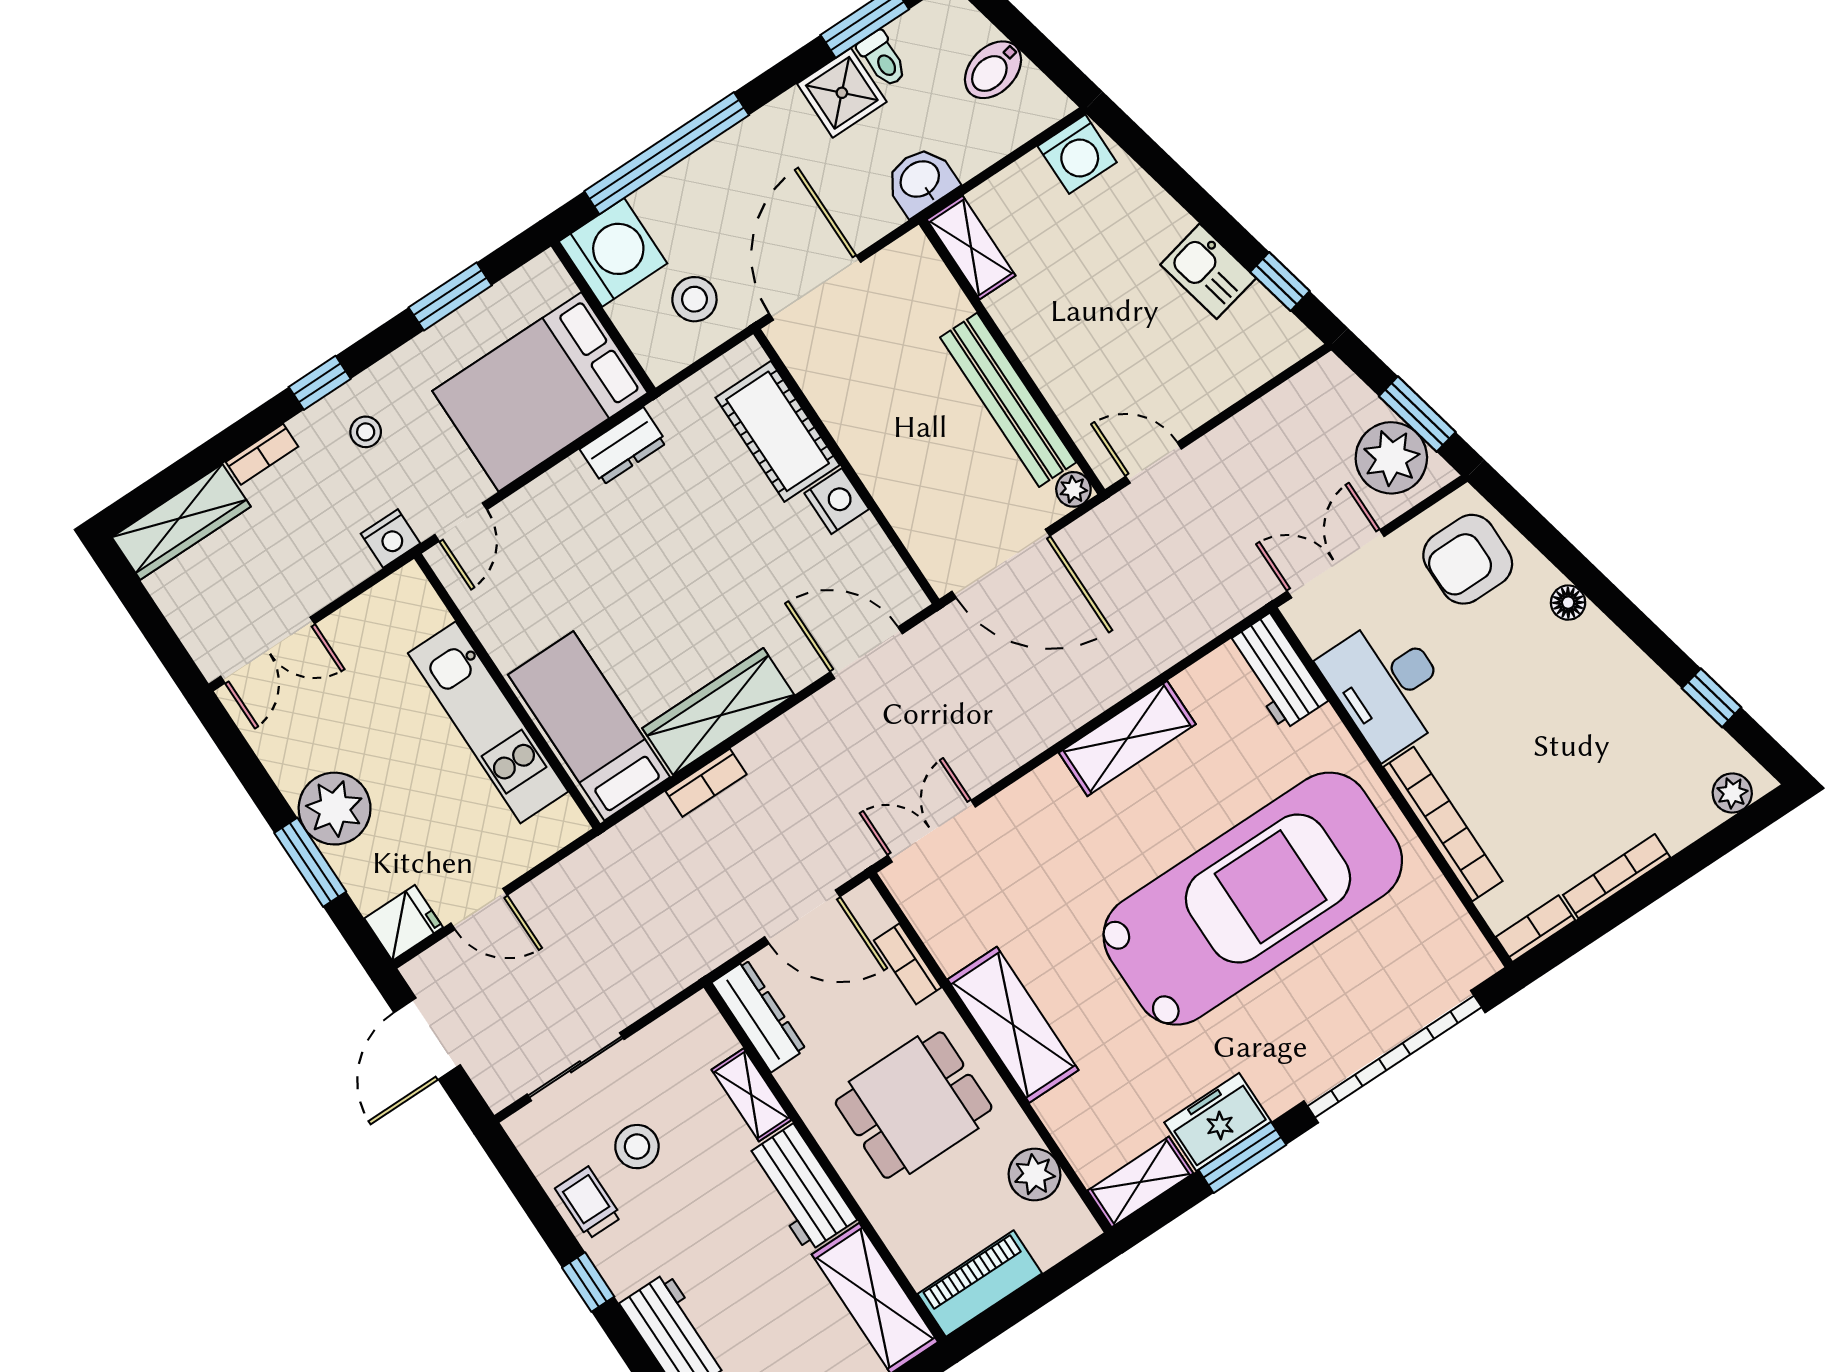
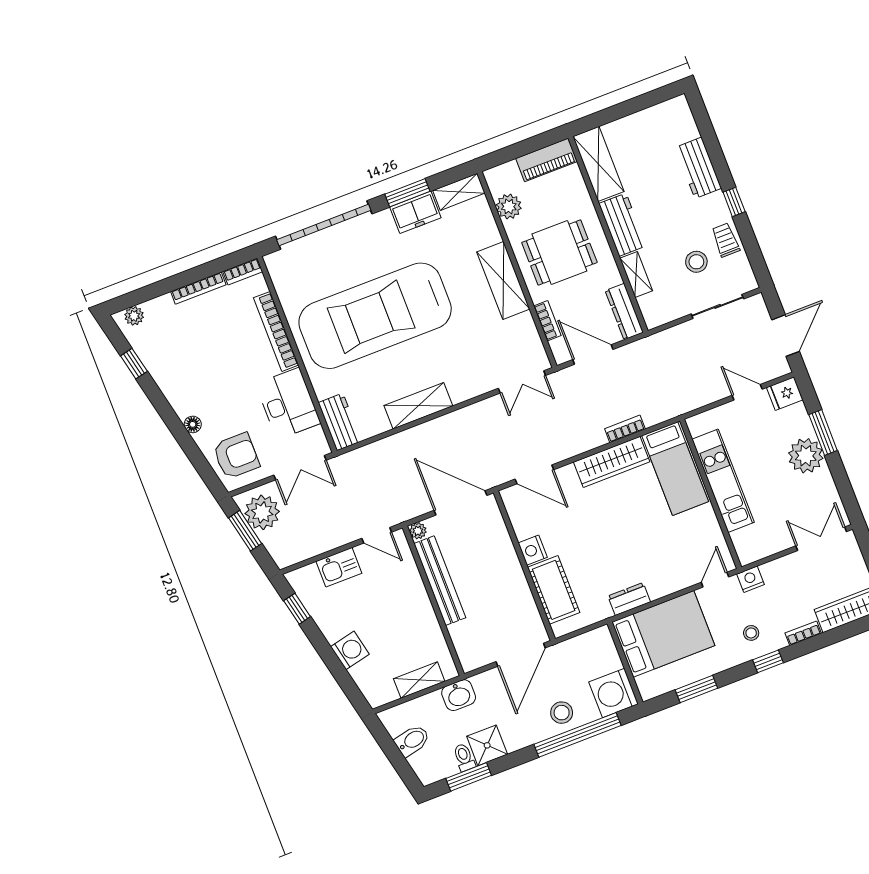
washing machine: (1077, 154) -> (350, 650), moved, turned 77
shelving: (971, 248) -> (419, 680), moved, turned 90
kitchen sink: (1208, 271) -> (339, 567), moved, turned 103
stool: (694, 299) -> (562, 713), moved
trolley: (588, 1203) -> (726, 240), turned 180

